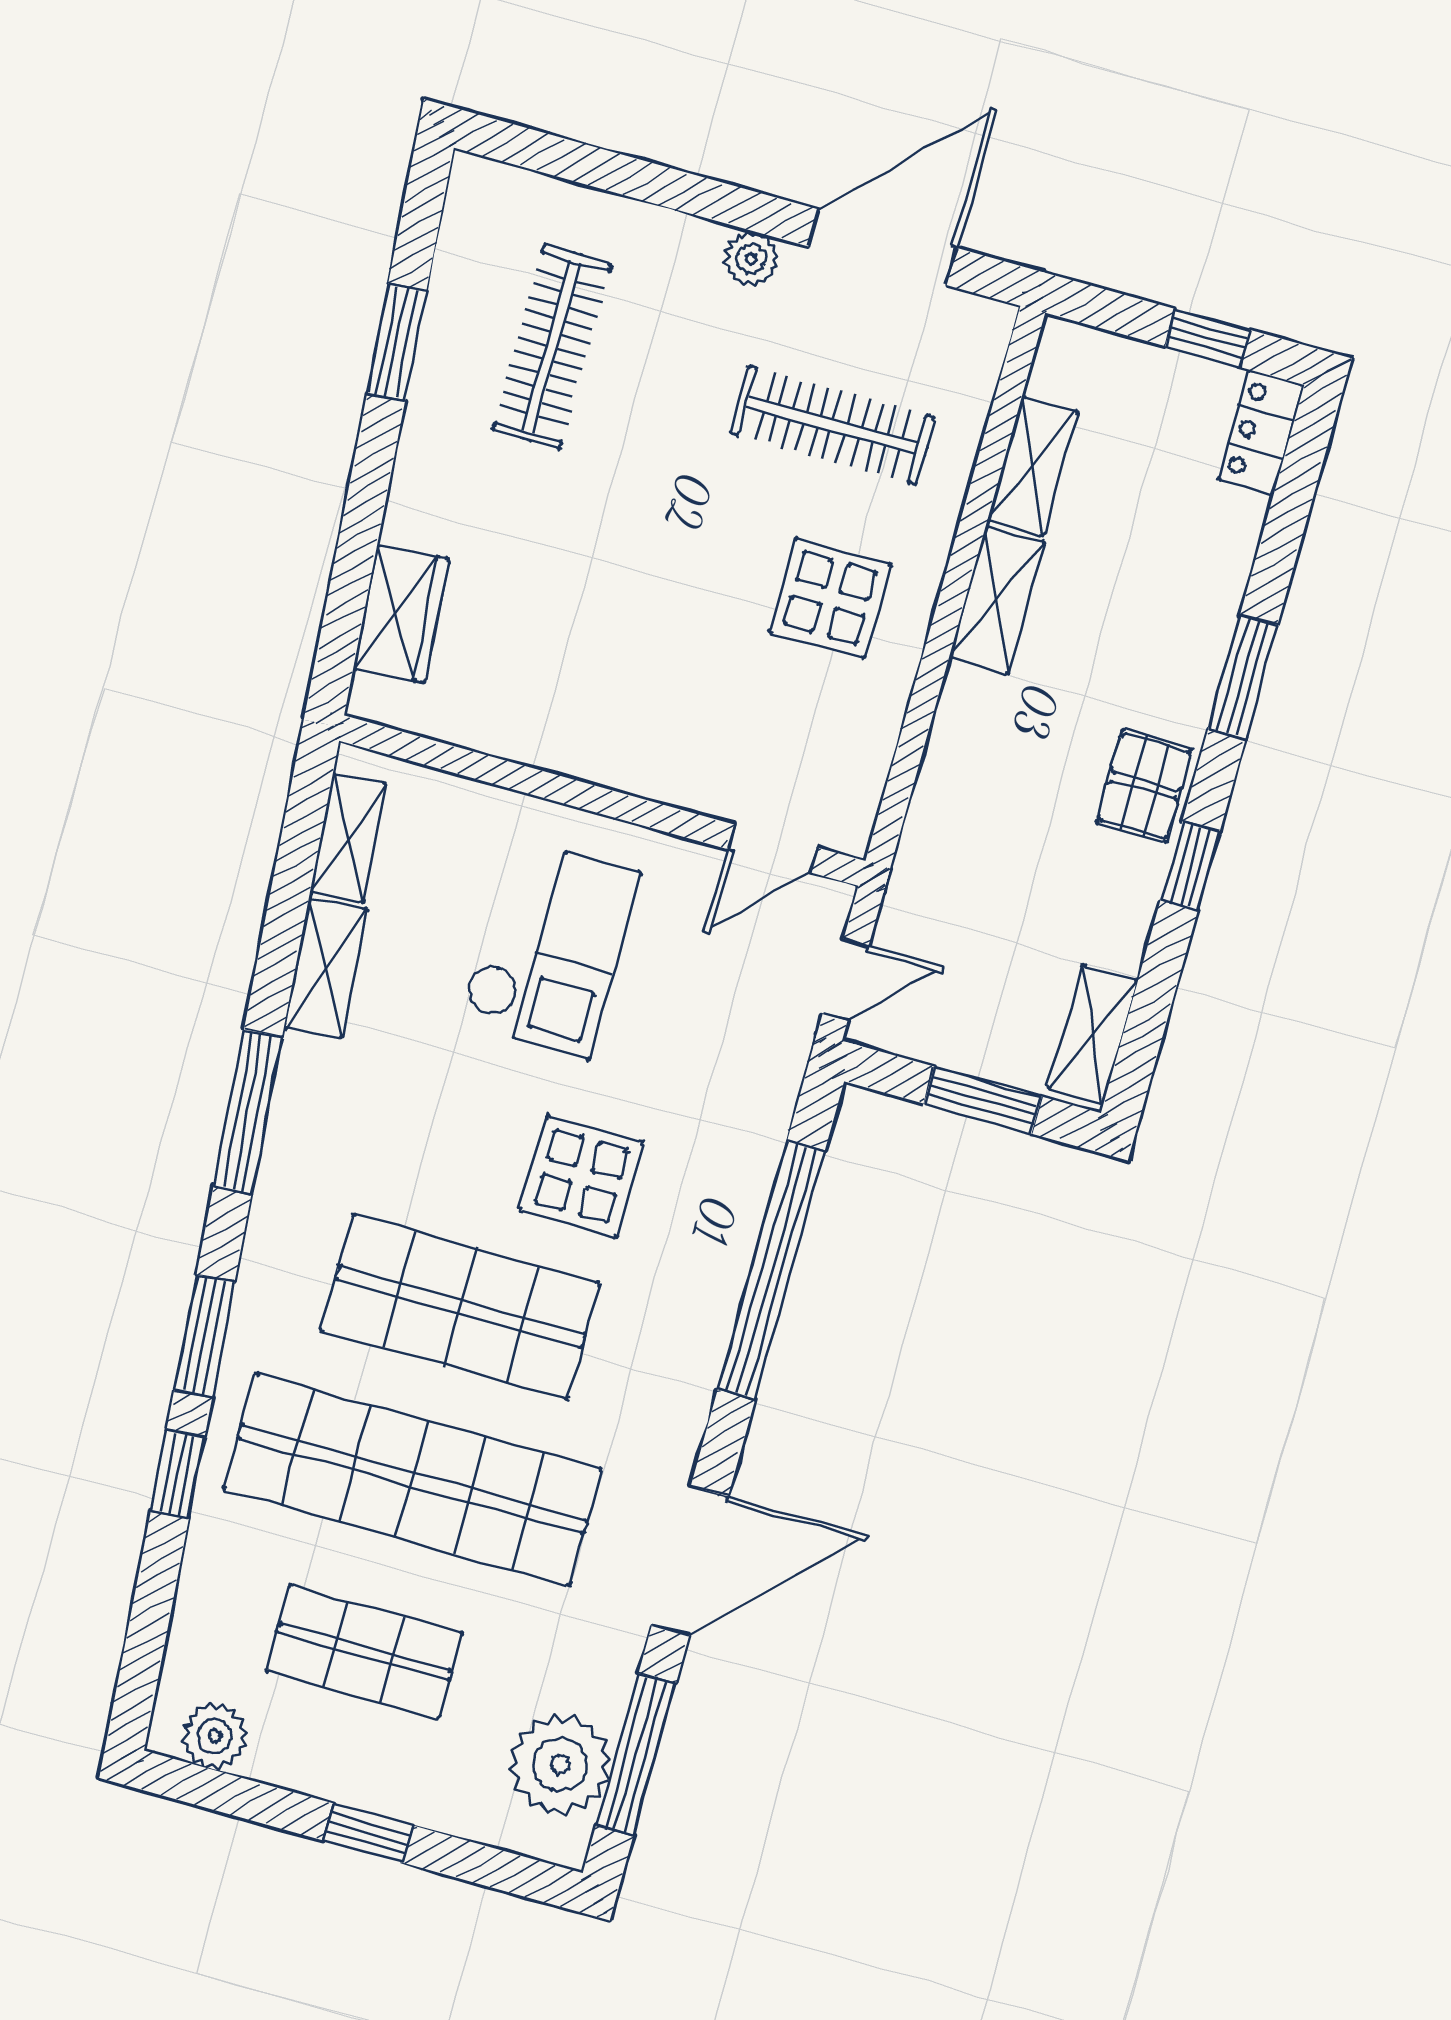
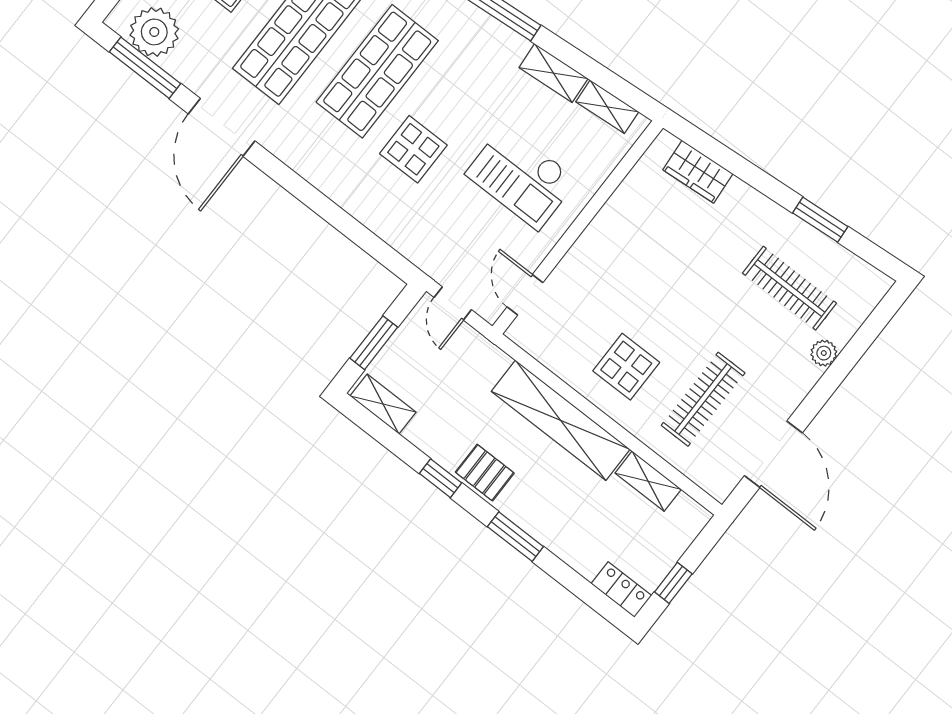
plant: (751, 259) -> (824, 353), moved
shelving: (997, 600) -> (561, 420), width x2.20, depth x1.33
window: (771, 1270) -> (337, 217), removed

